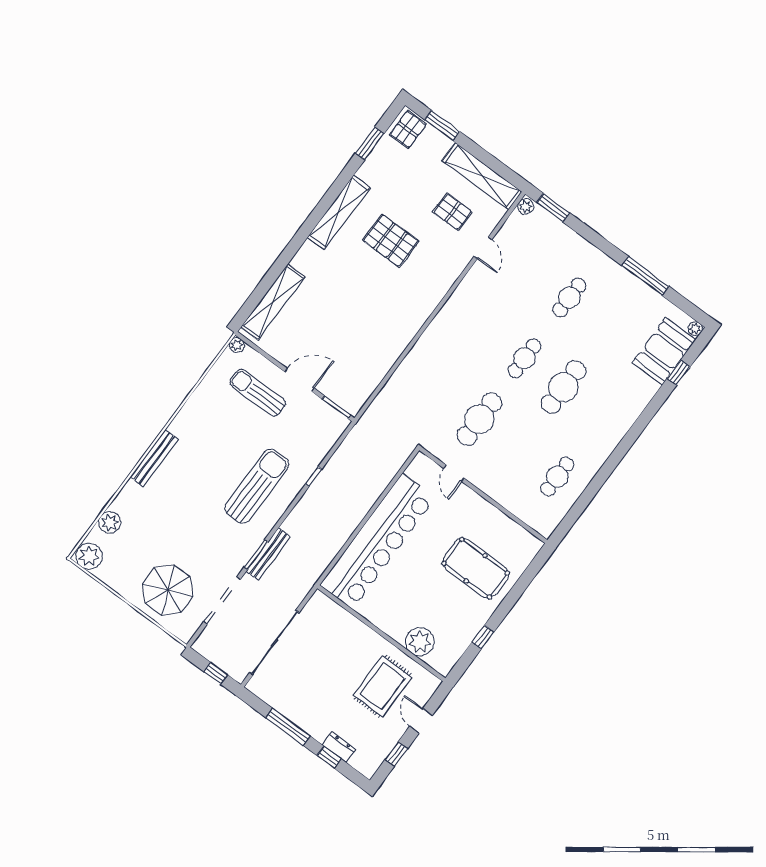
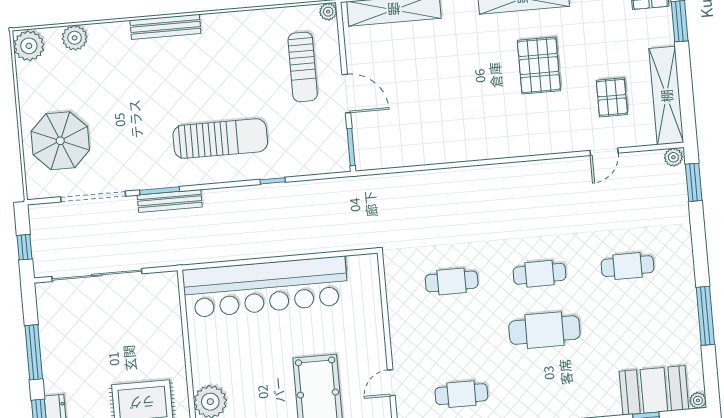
sun lounger: (258, 393) -> (303, 67), turned 180
cafe table: (480, 419) -> (452, 281), width x0.73, depth x0.74
door: (454, 473) -> (391, 383), moved

